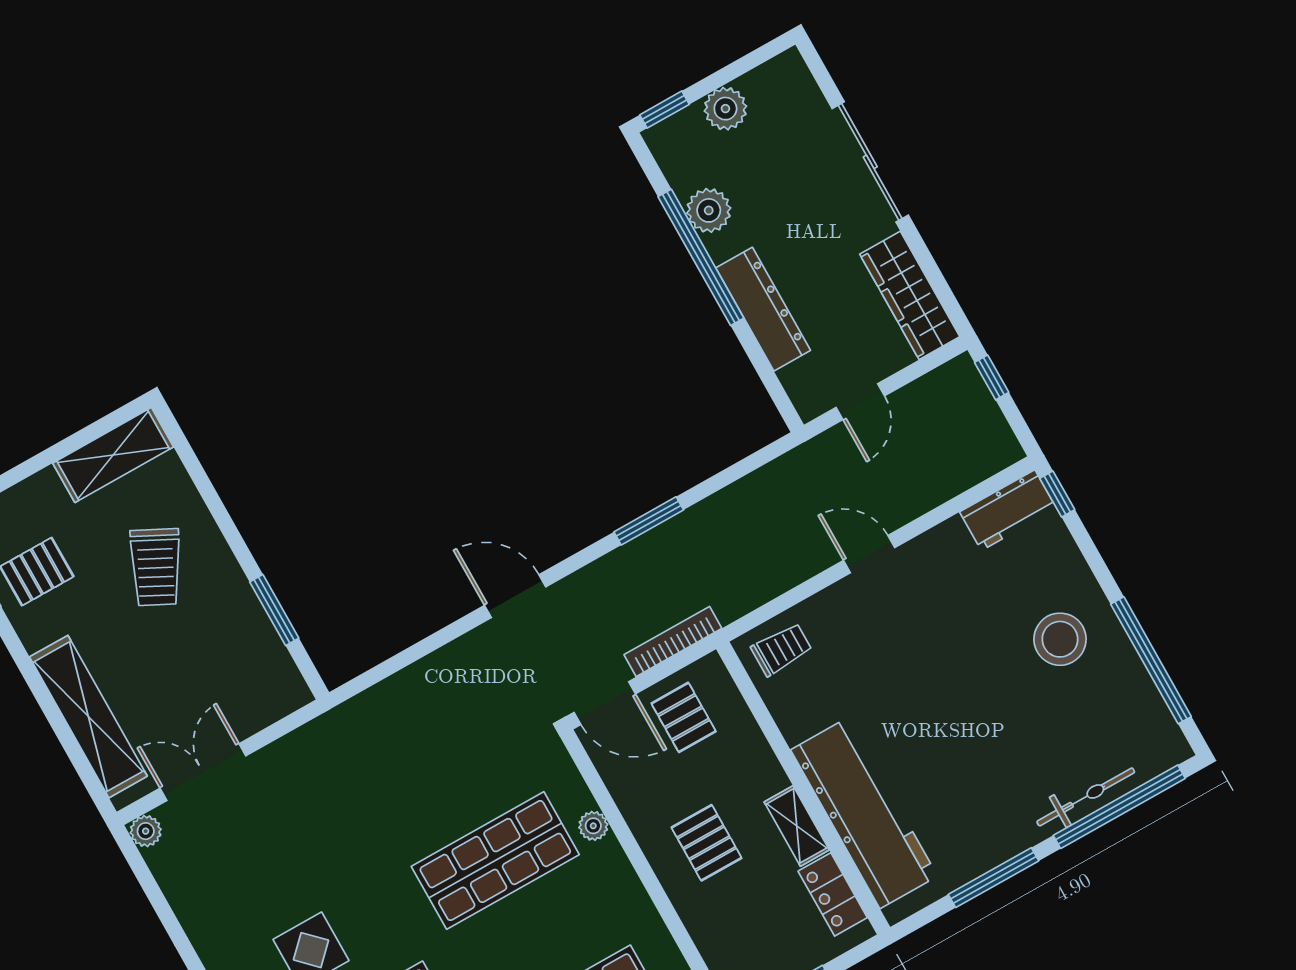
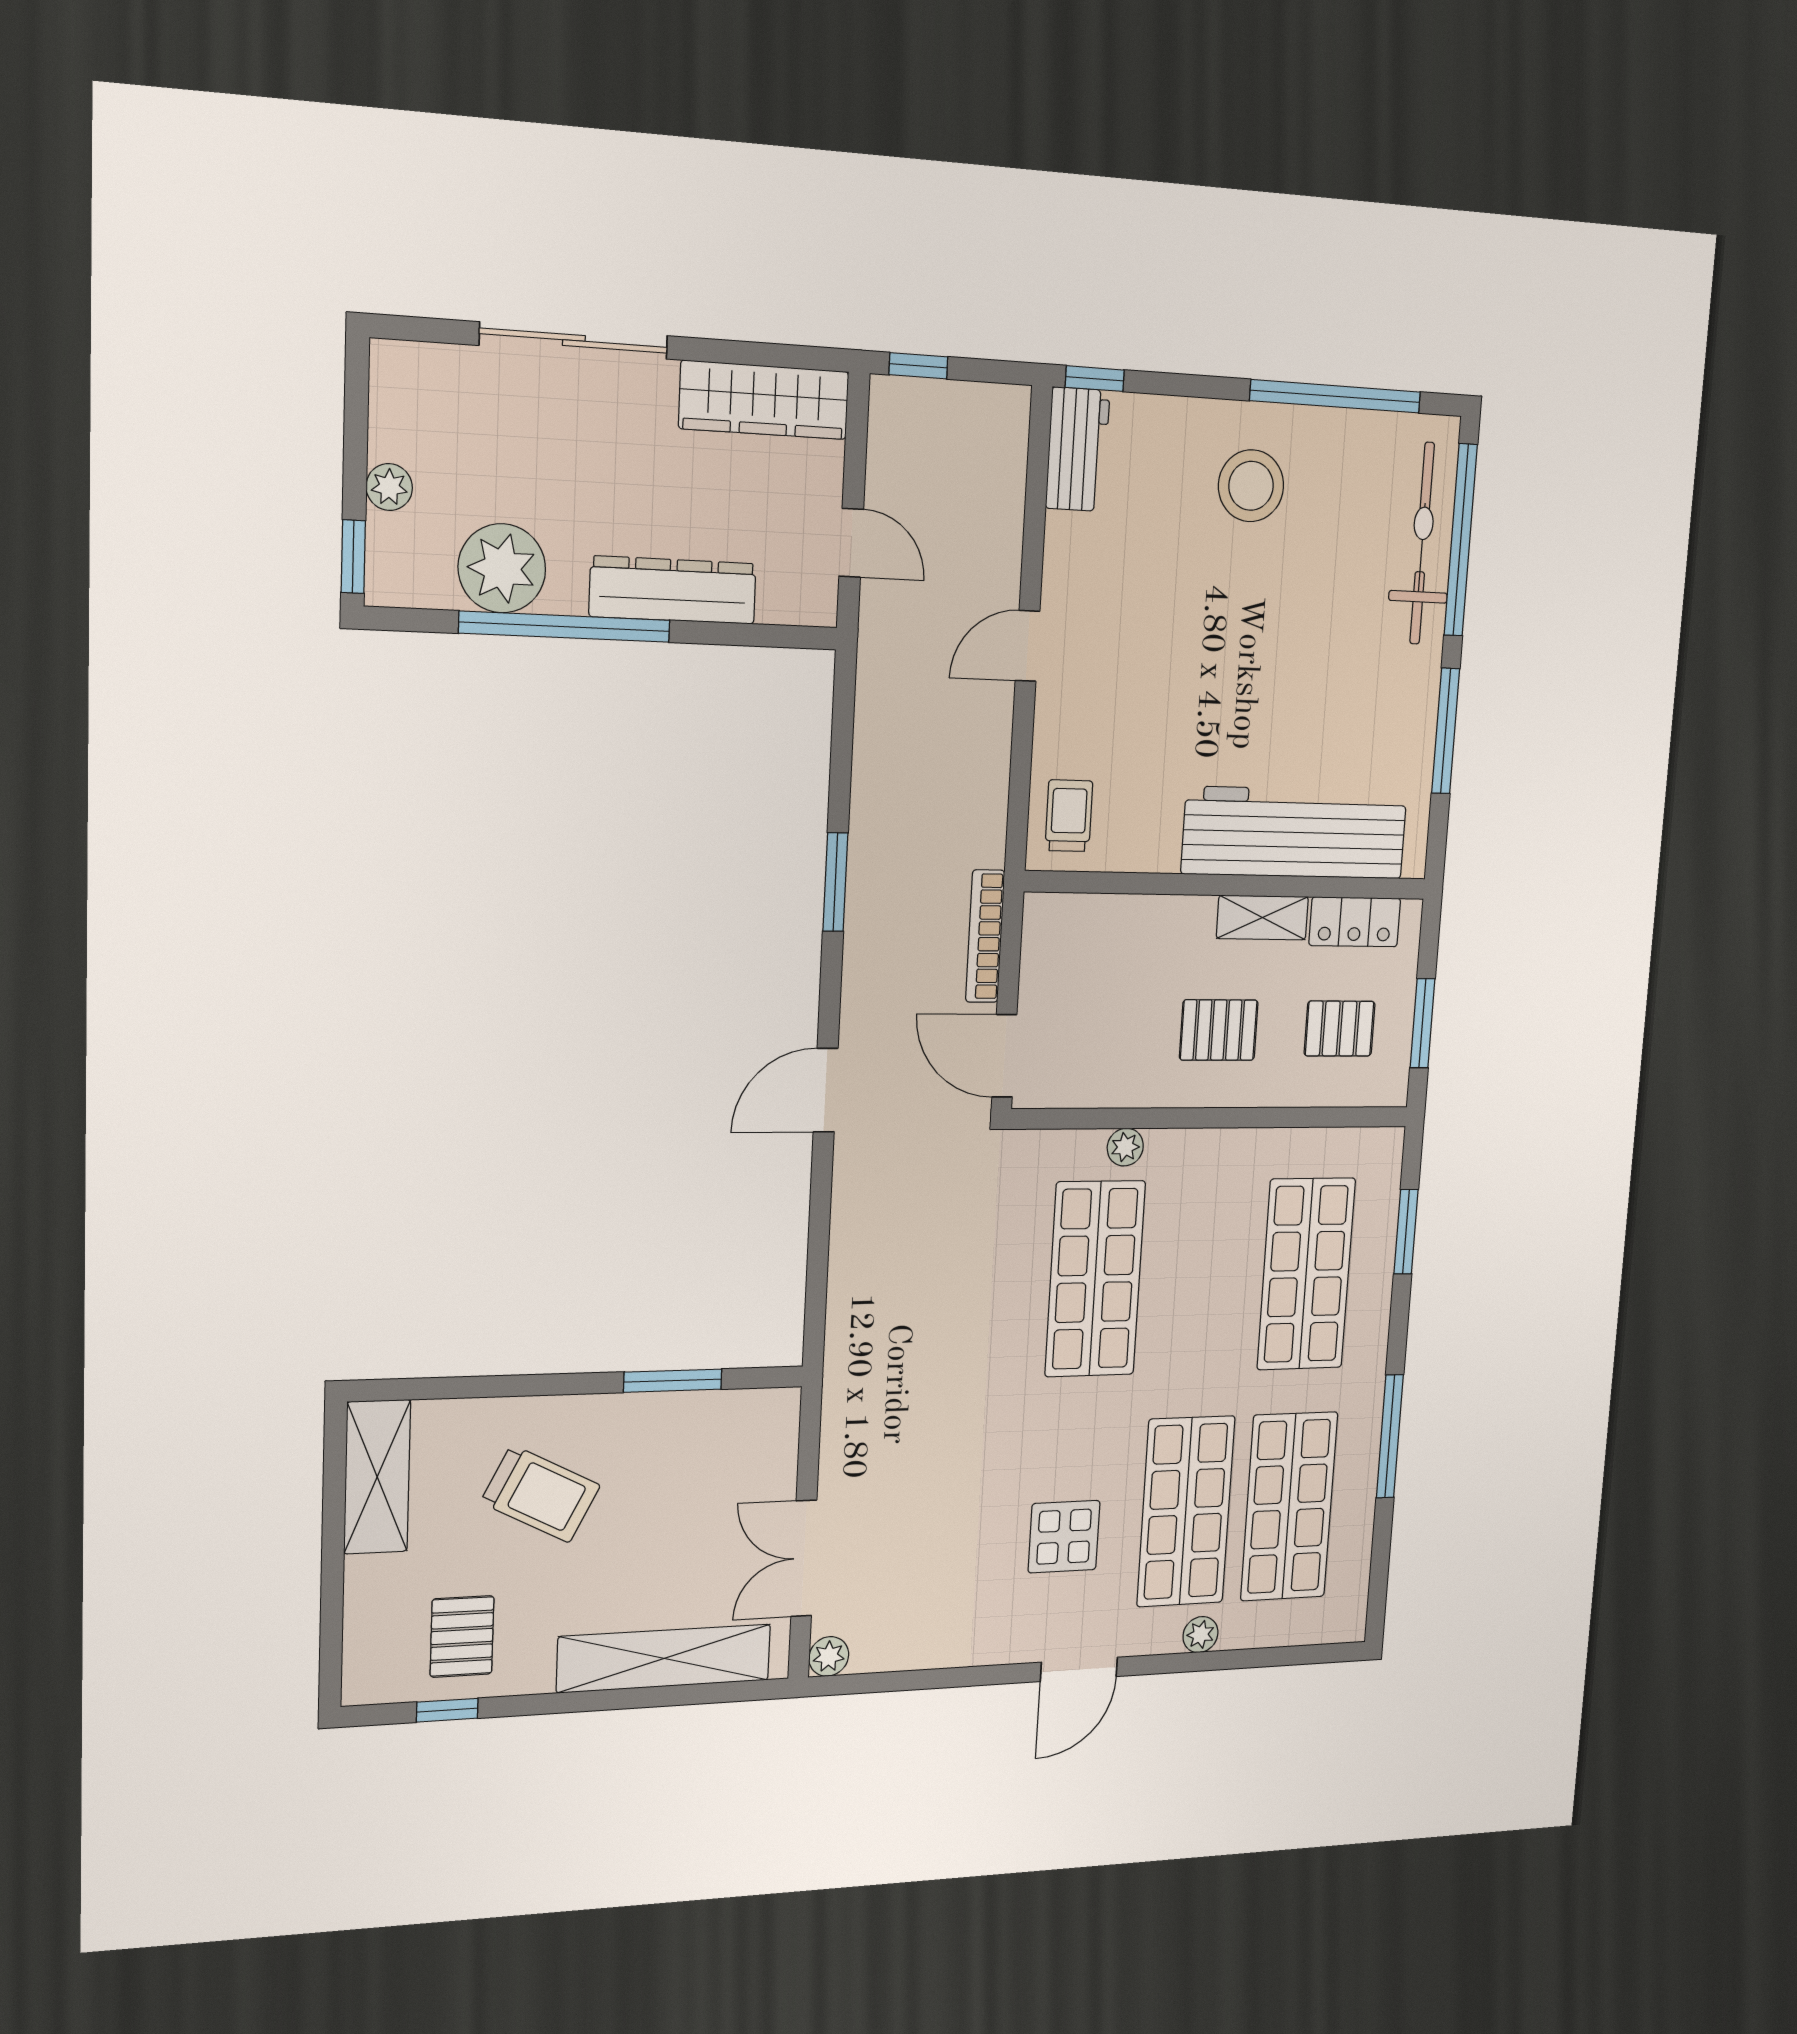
plant: (725, 109) -> (389, 487), width x0.73, depth x0.73
plant: (709, 210) -> (502, 568), width x1.36, depth x1.36
door: (605, 703) -> (1004, 1056), swing flipped
pallet: (684, 717) -> (1340, 1029), moved
bicycle: (1086, 797) -> (1422, 544), width x1.37, depth x1.40

